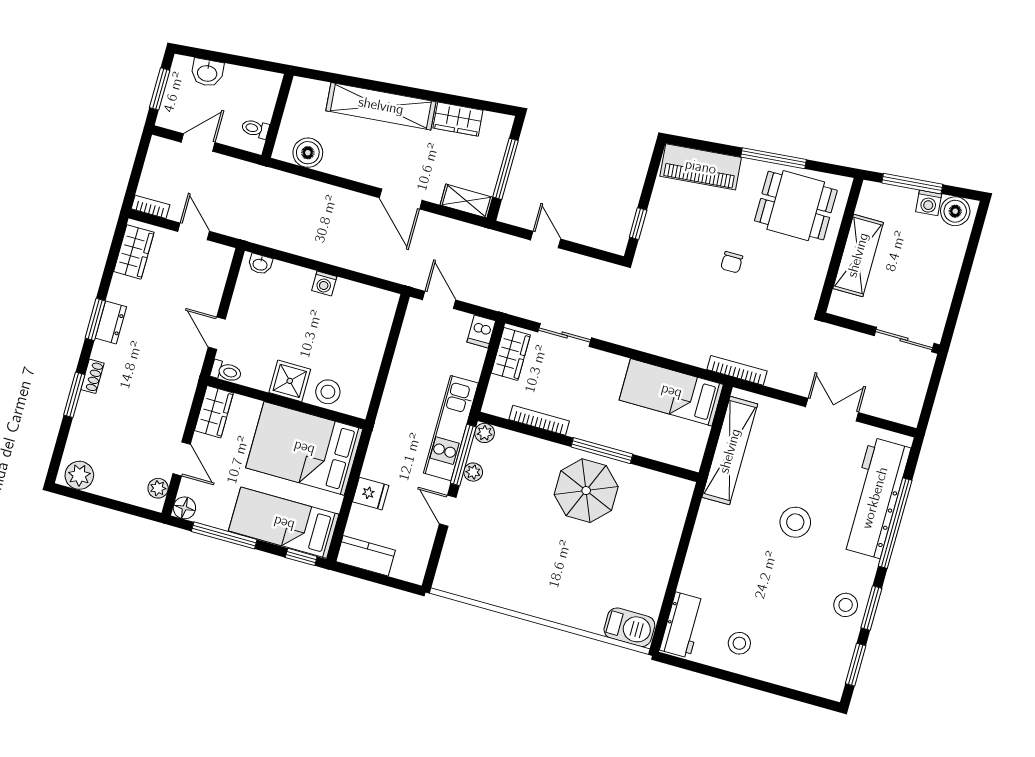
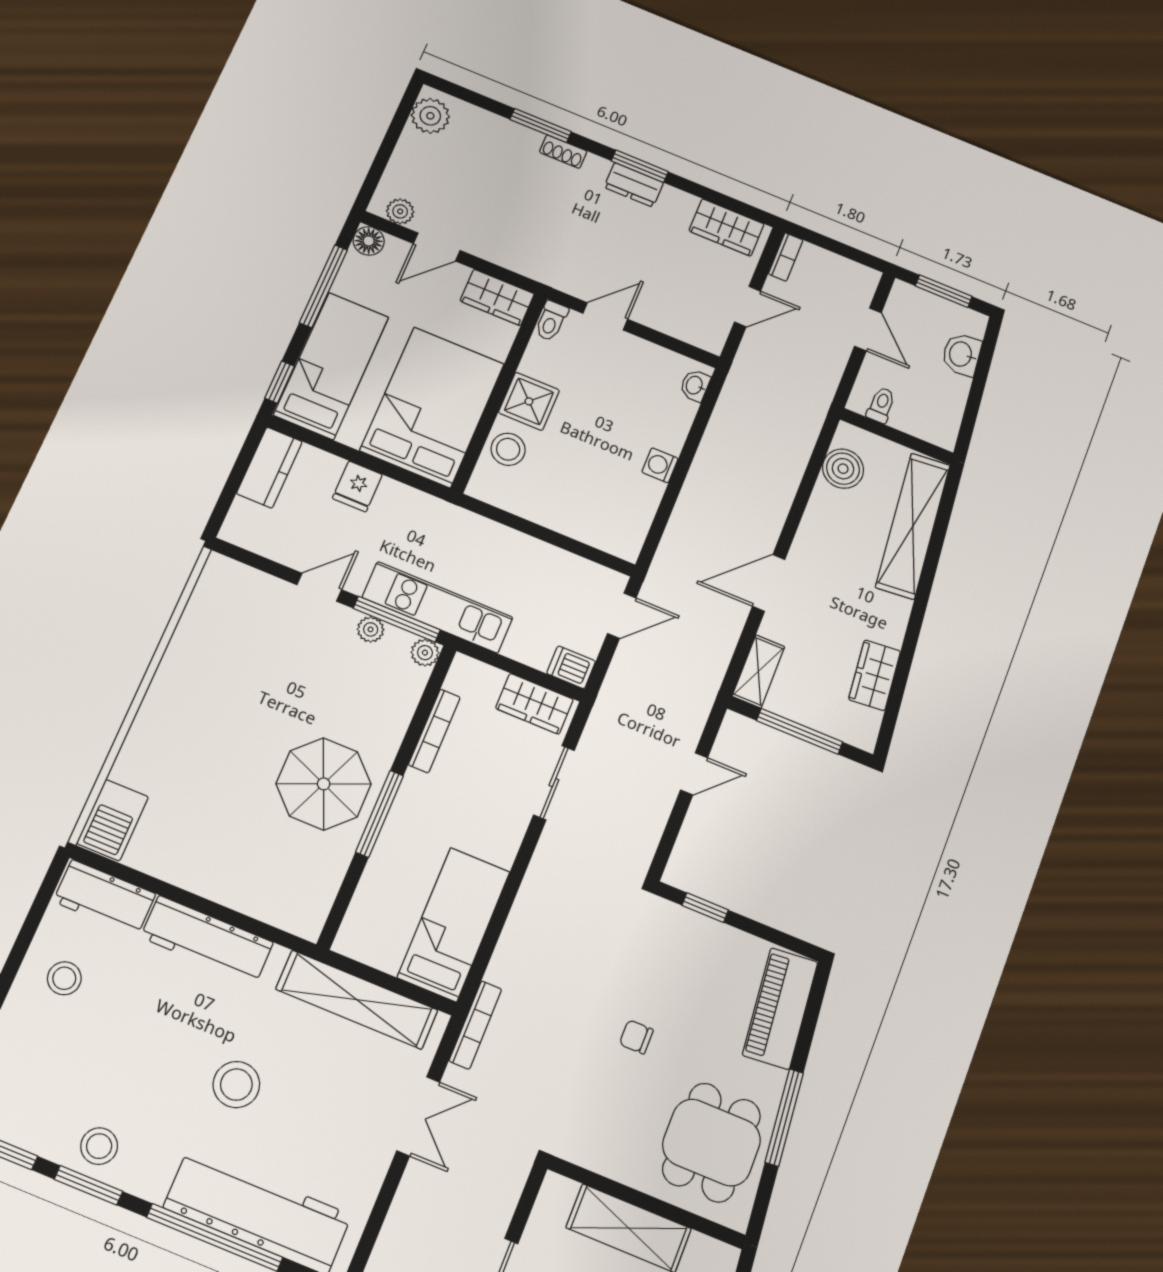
shelving: (381, 106) -> (913, 526), moved
double door: (832, 410) -> (418, 1116), moved
workbench: (702, 554) -> (207, 940), added

